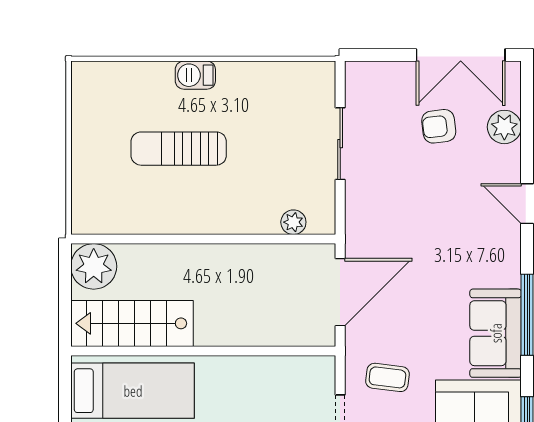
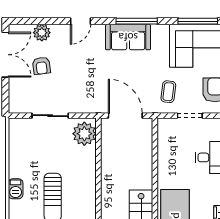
plant: (293, 222) -> (84, 134), width x1.87, depth x1.87
sofa: (496, 333) -> (128, 37), moved

